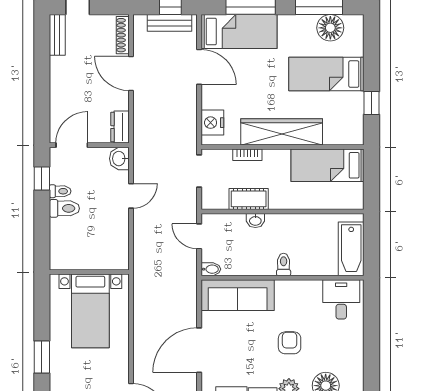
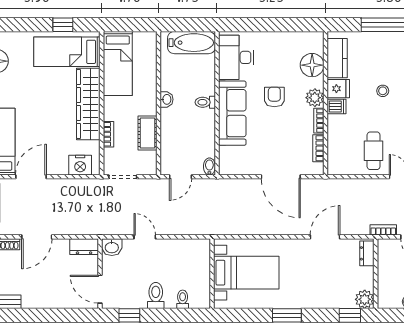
bed: (326, 74) -> (67, 52), moved, turned 90
toilet: (60, 191) -> (183, 299), moved
washbasin: (255, 221) -> (166, 99), moved
sofa: (238, 295) -> (232, 113), moved
desk: (341, 299) -> (236, 57), width x1.37
armchair: (290, 343) -> (274, 97), turned 90

